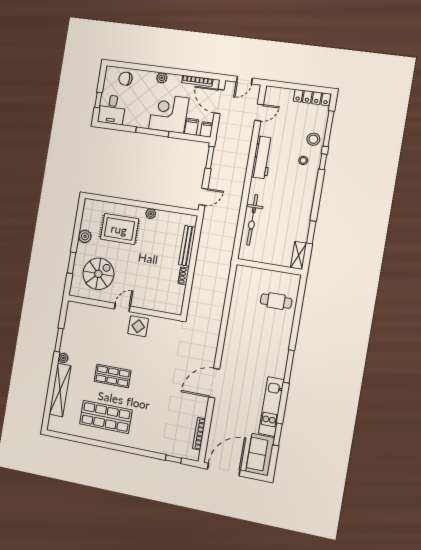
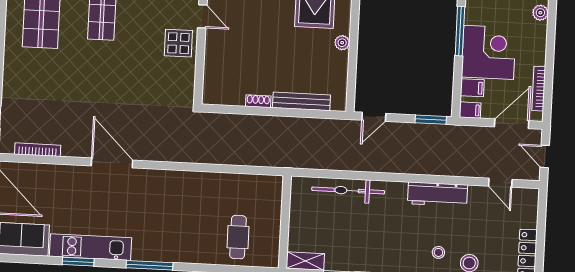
plant: (162, 78) -> (540, 13), moved
door: (203, 197) -> (374, 117), hinge flipped
window: (278, 434) -> (78, 262), moved

